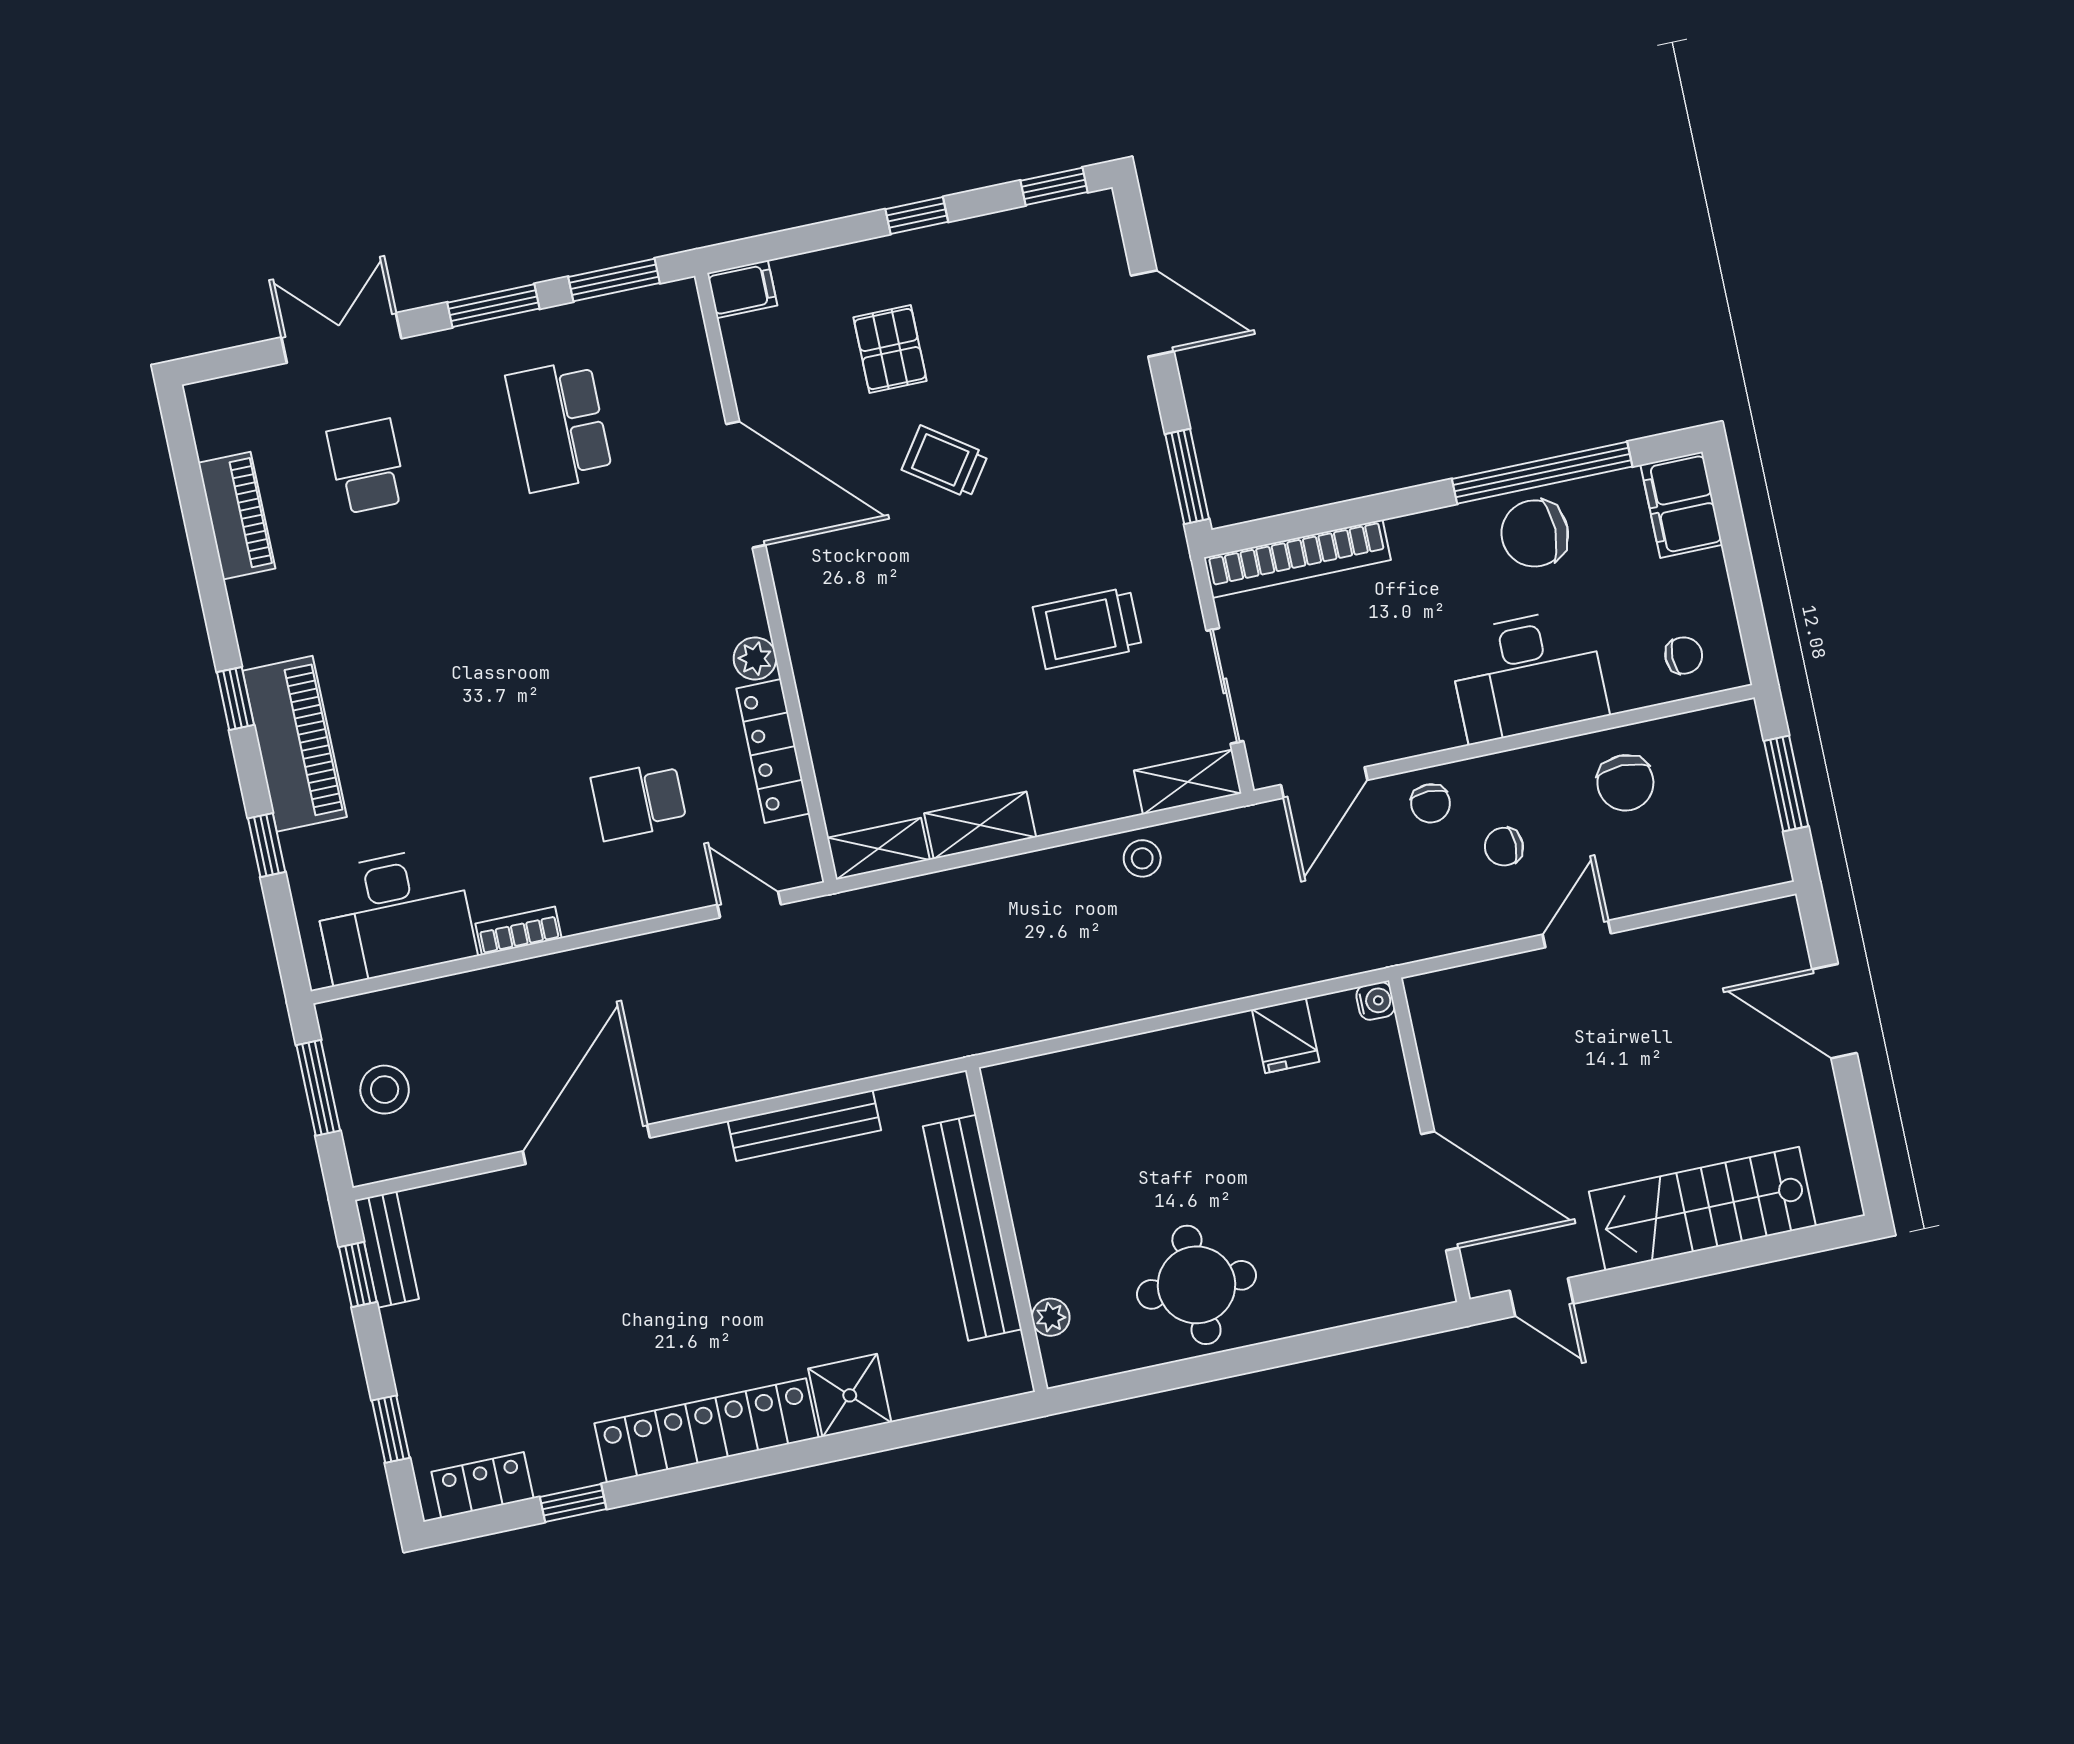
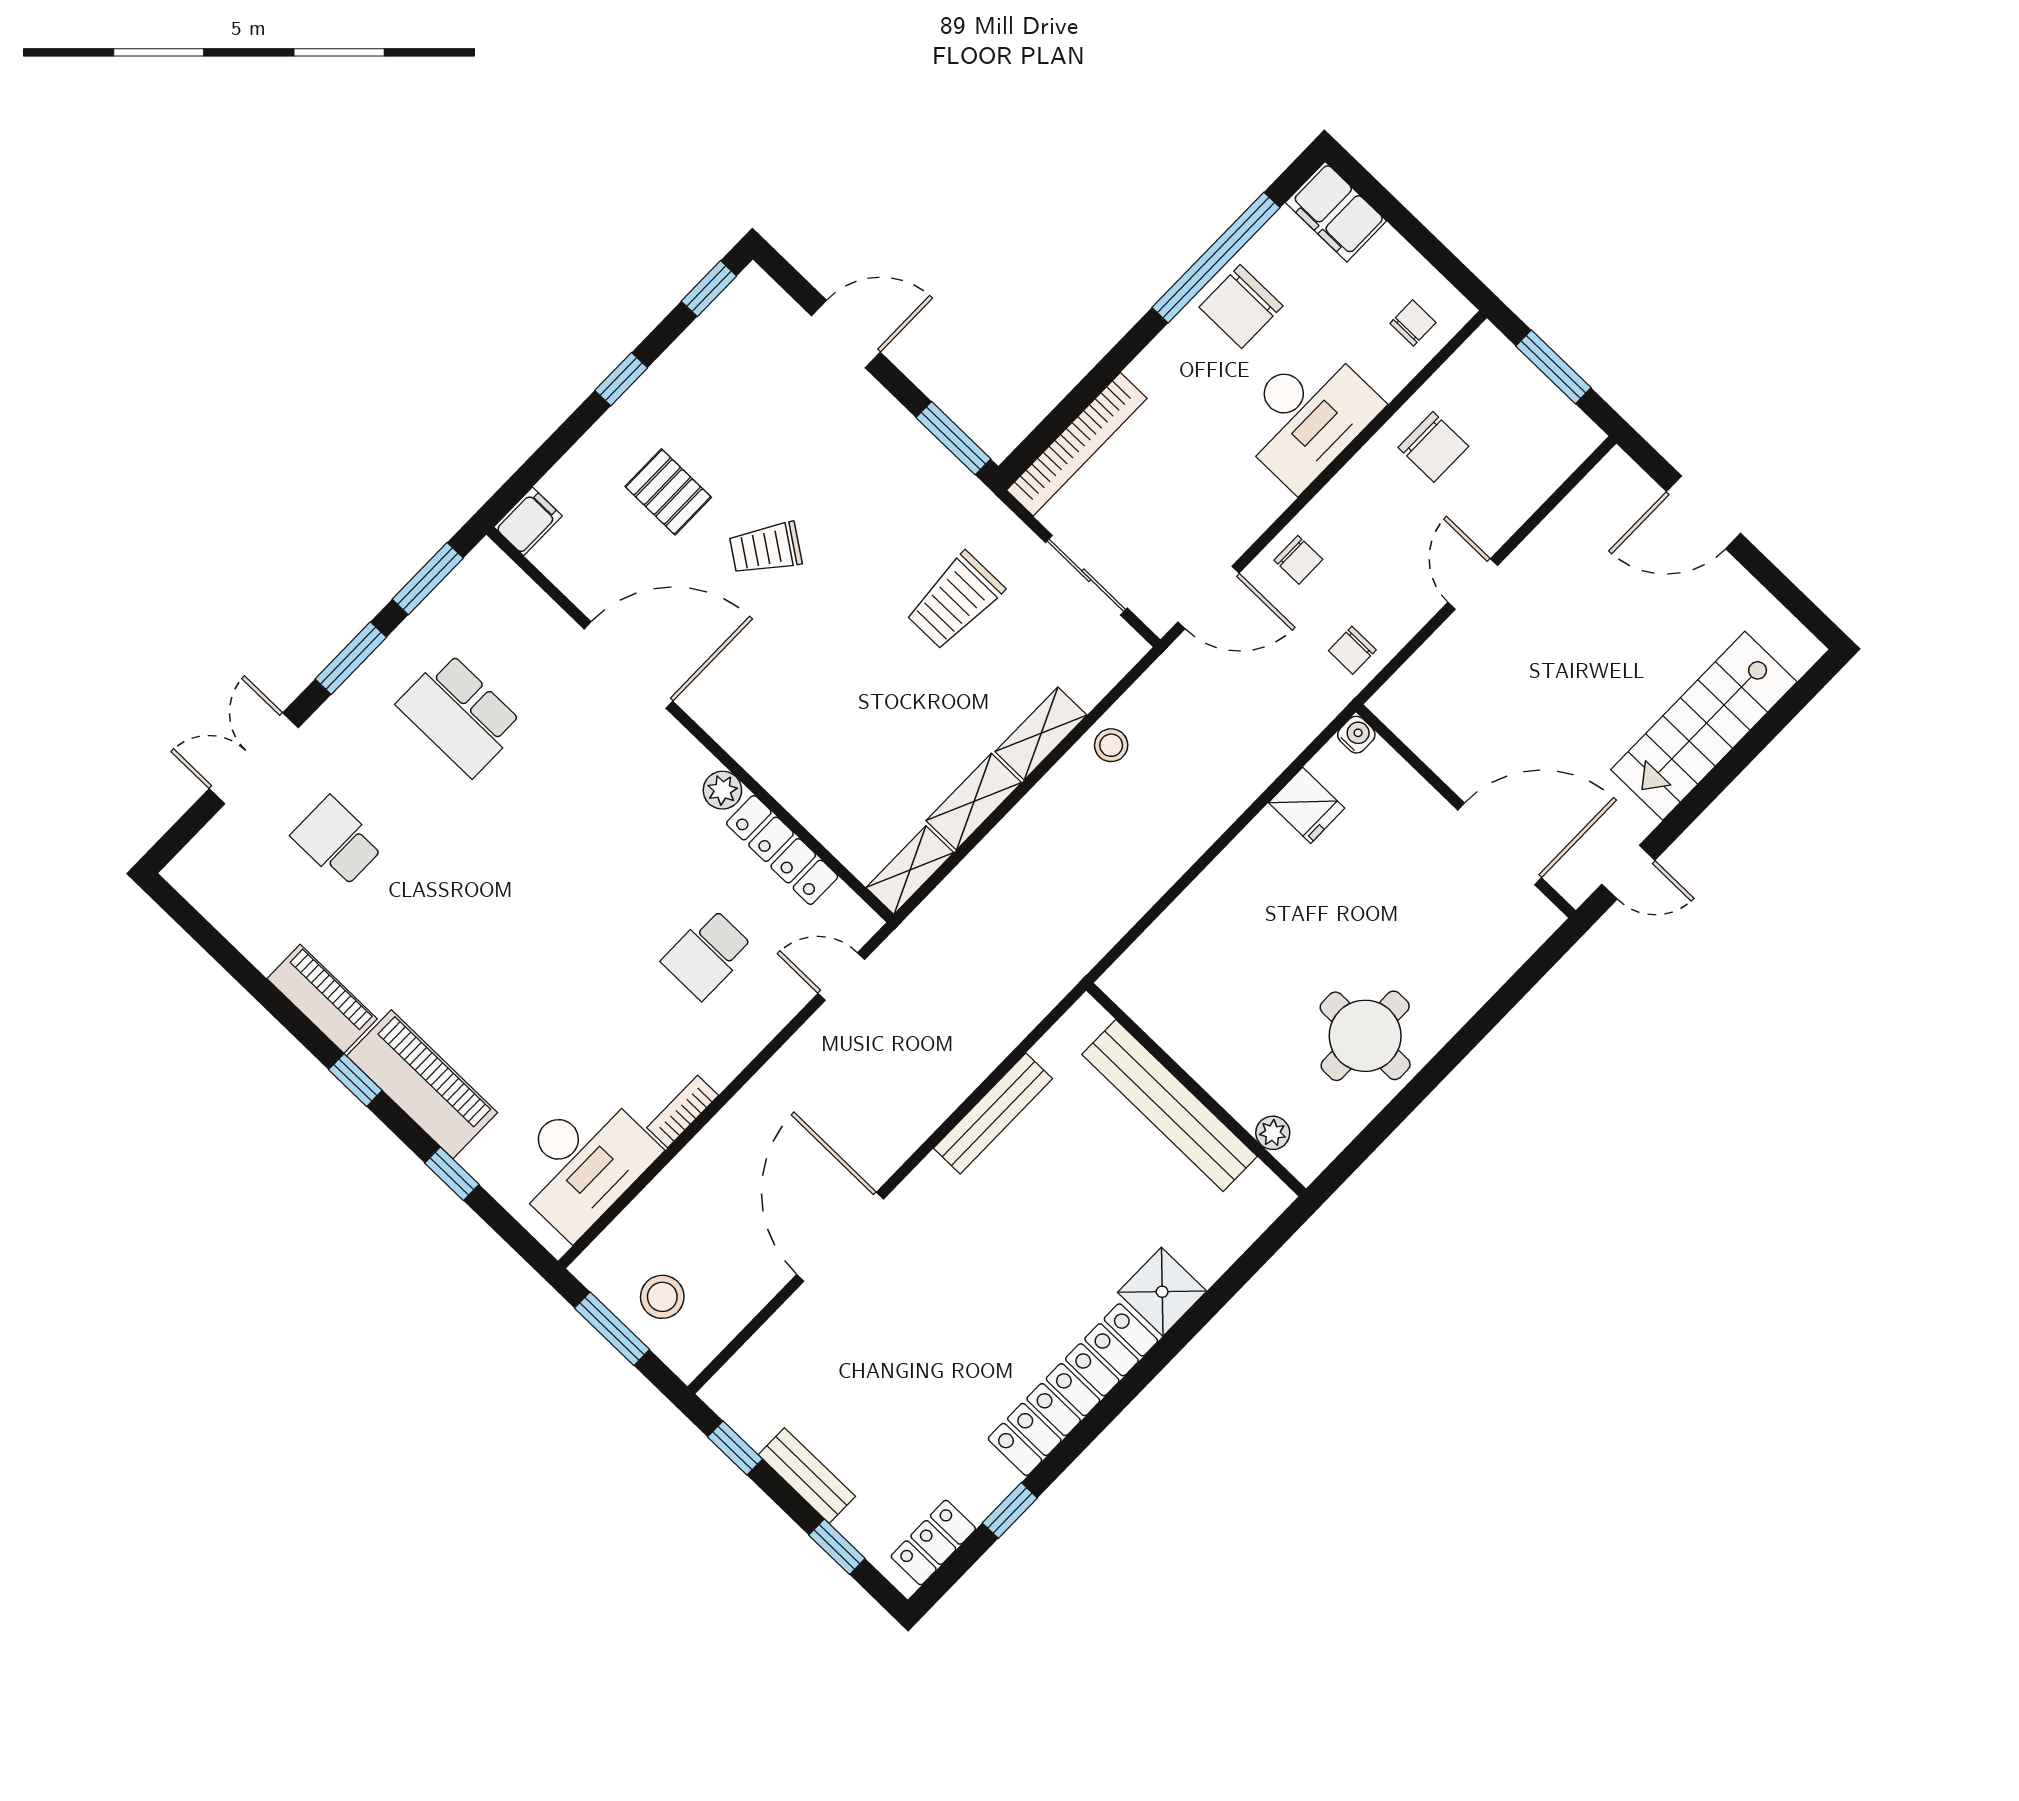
piano: (237, 516) -> (322, 999), moved
shelving: (1188, 782) -> (1041, 733), moved
door: (1324, 782) -> (1209, 597), hinge flipped
chair: (1504, 847) -> (1352, 650), moved
bench: (387, 1249) -> (807, 1476), moved

